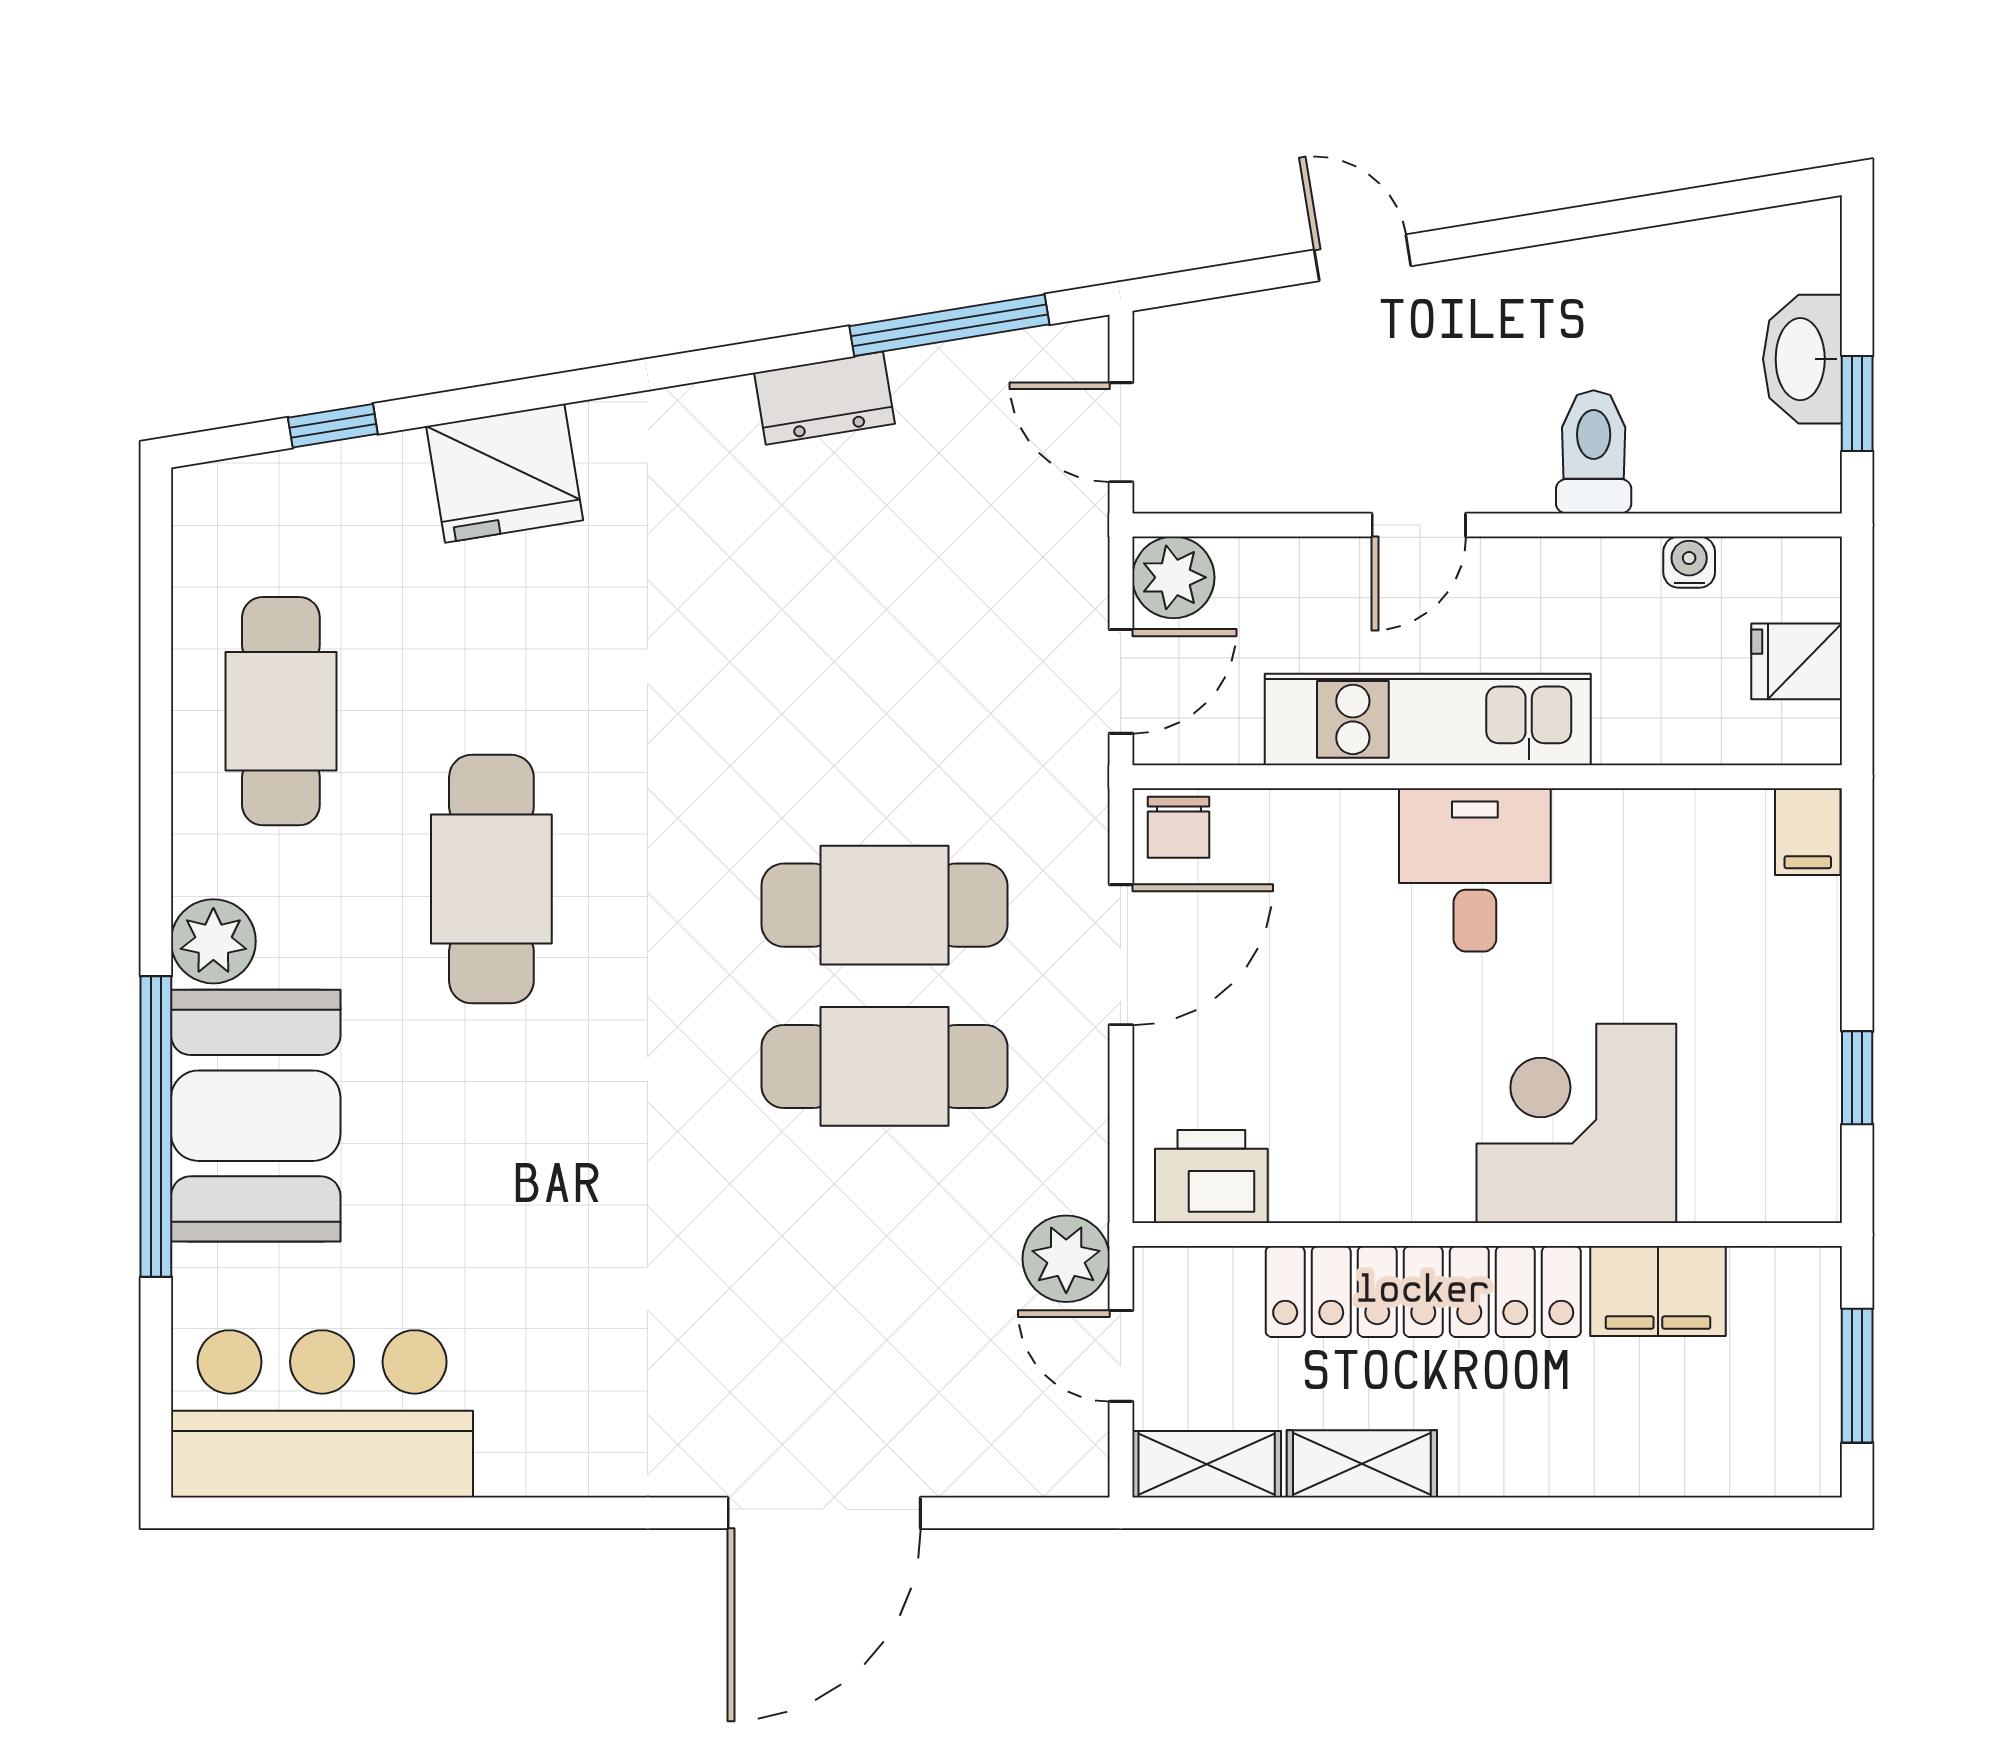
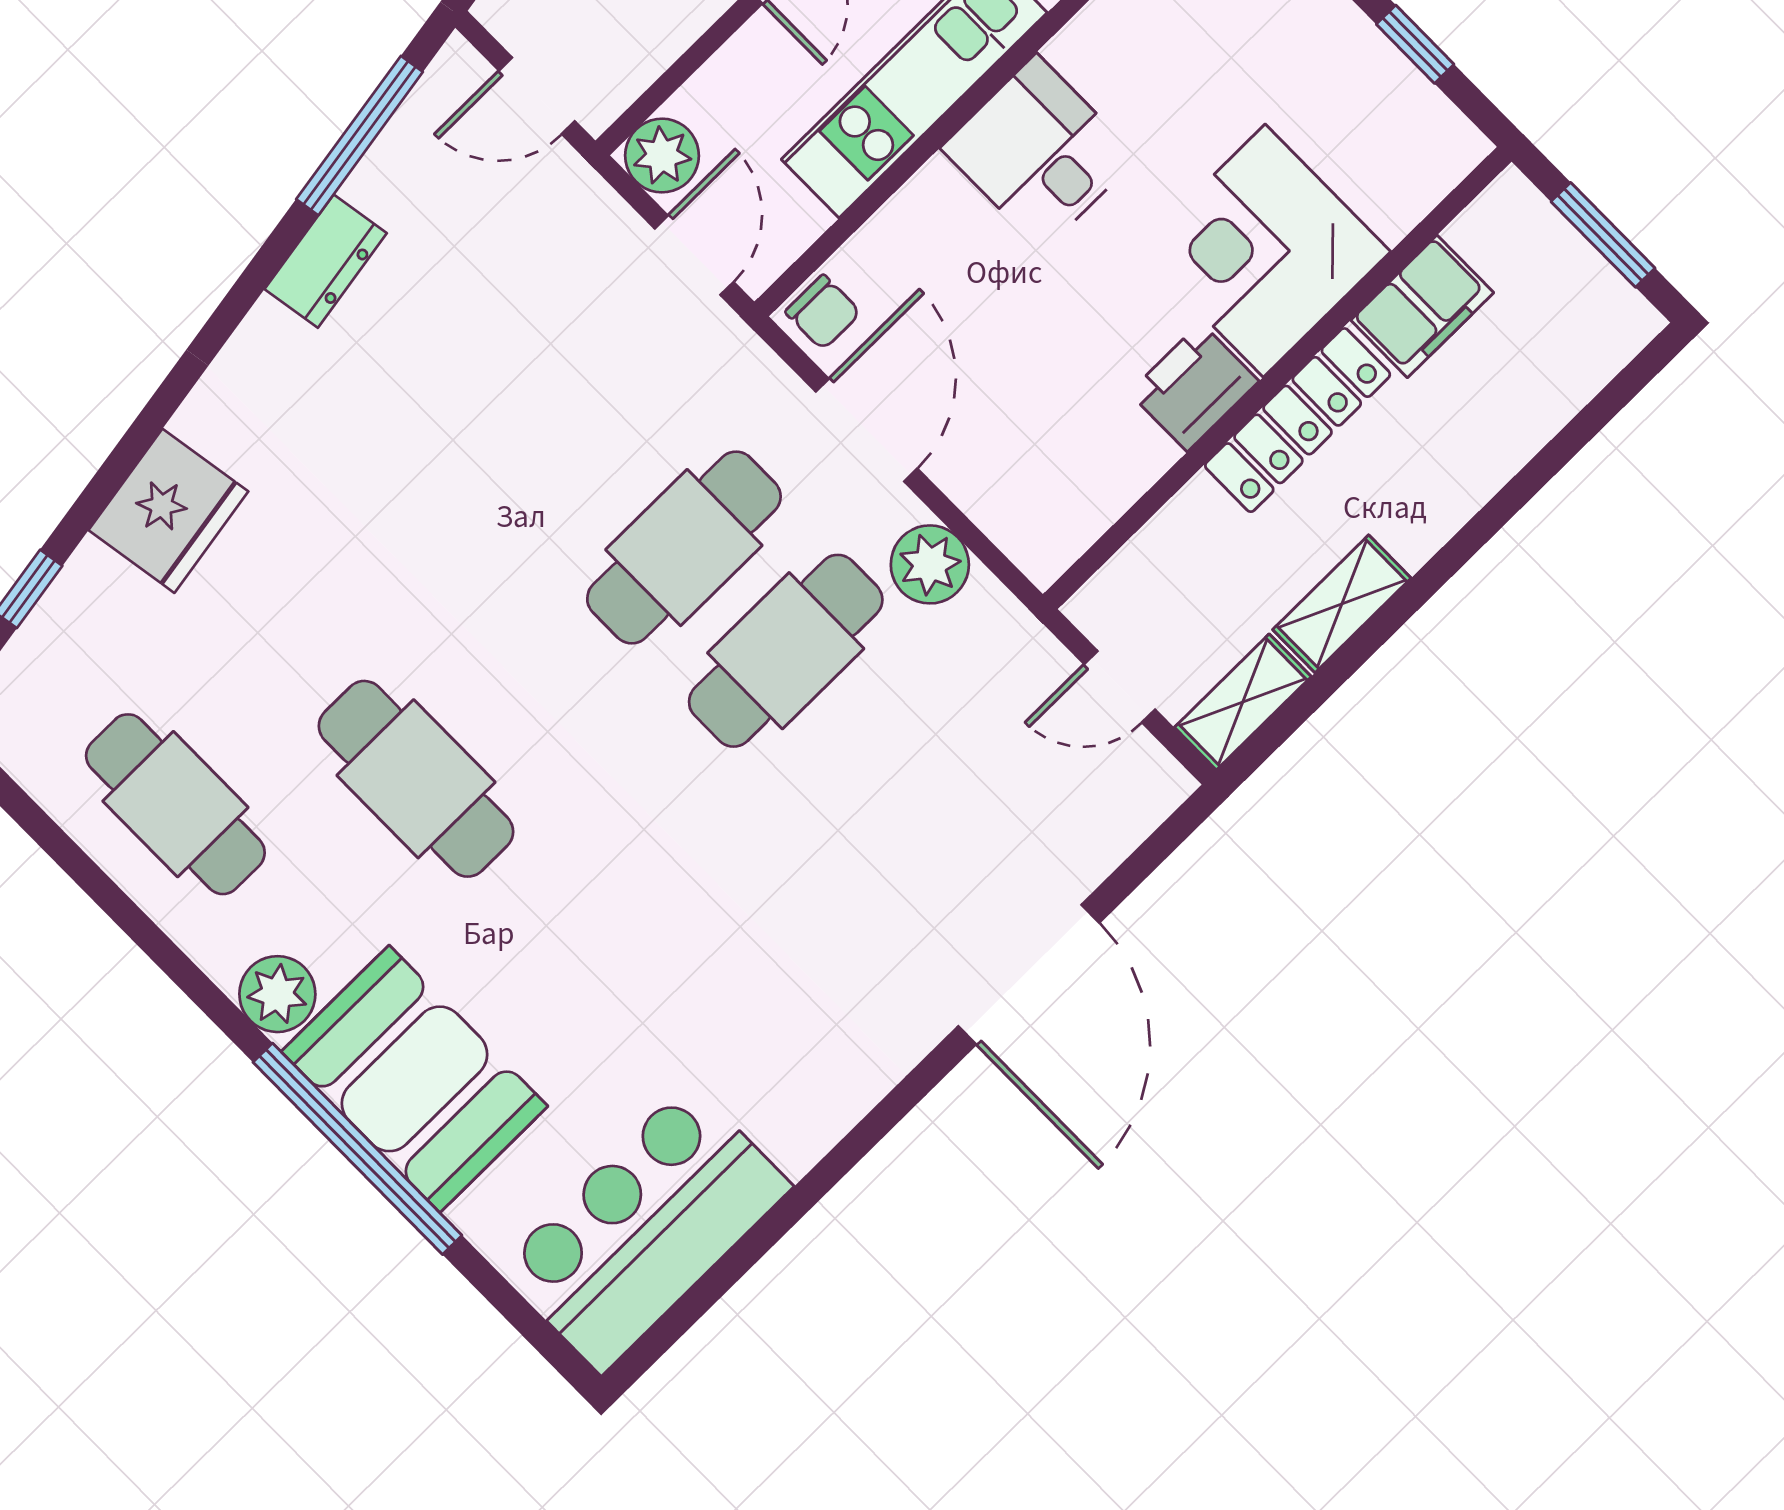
printer: (1211, 1177) -> (1194, 387), moved
plant: (1066, 1259) -> (930, 564), moved
locker: (1423, 1292) -> (1298, 420), width x0.71, depth x0.83

